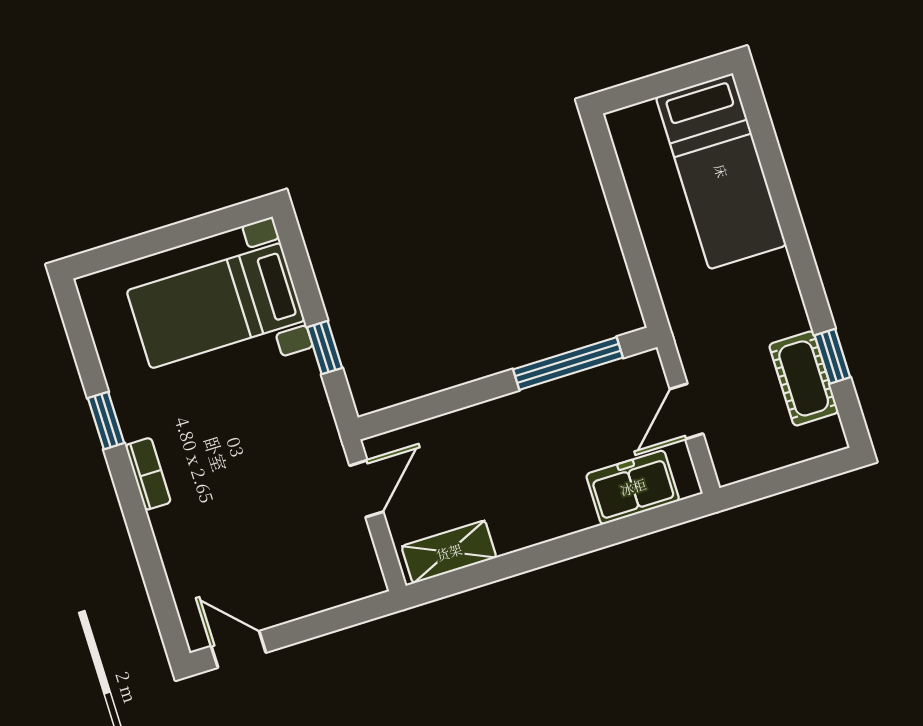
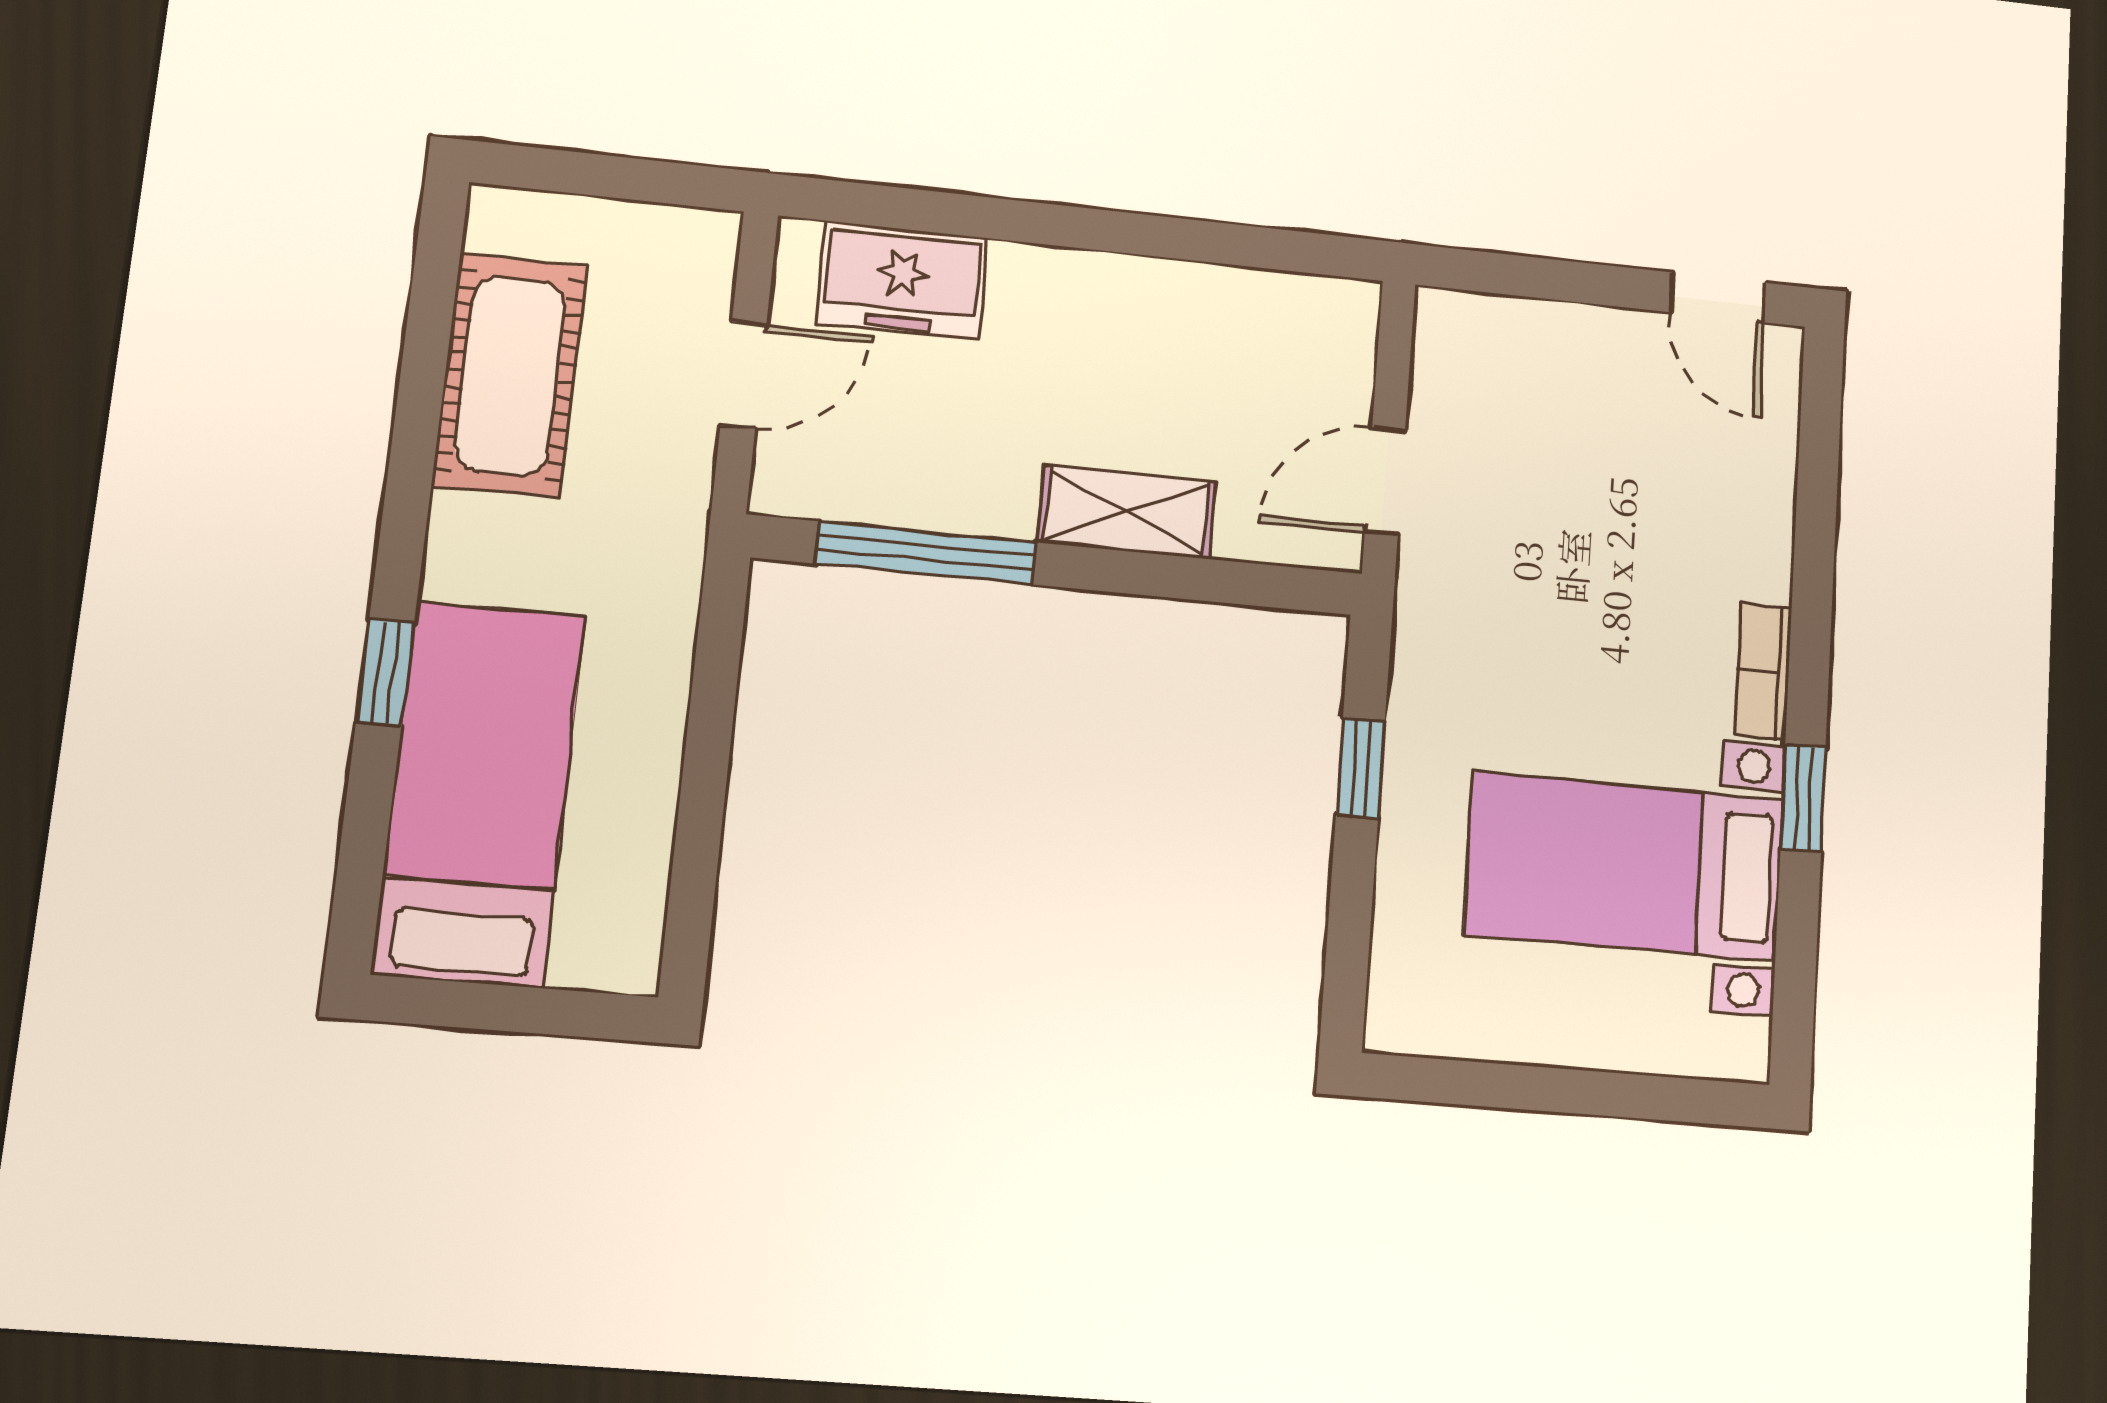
bed with nightstands: (216, 306) -> (1625, 867), moved, turned 180
window: (832, 356) -> (385, 673), moved
cot: (804, 378) -> (510, 375), width x1.37, depth x1.34
shelving: (449, 552) -> (1127, 512), moved

